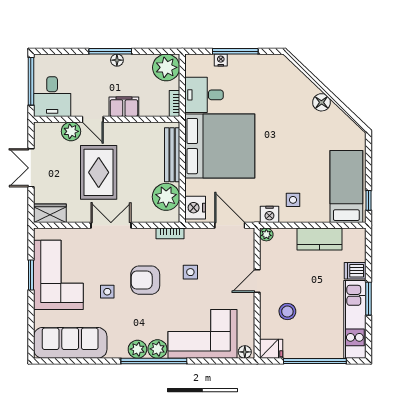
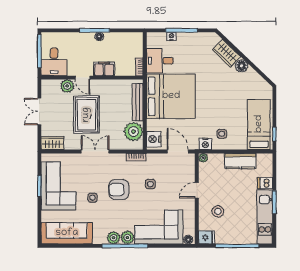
plant: (166, 67) -> (134, 42), removed
wardrobe: (300, 84) -> (226, 53), added

